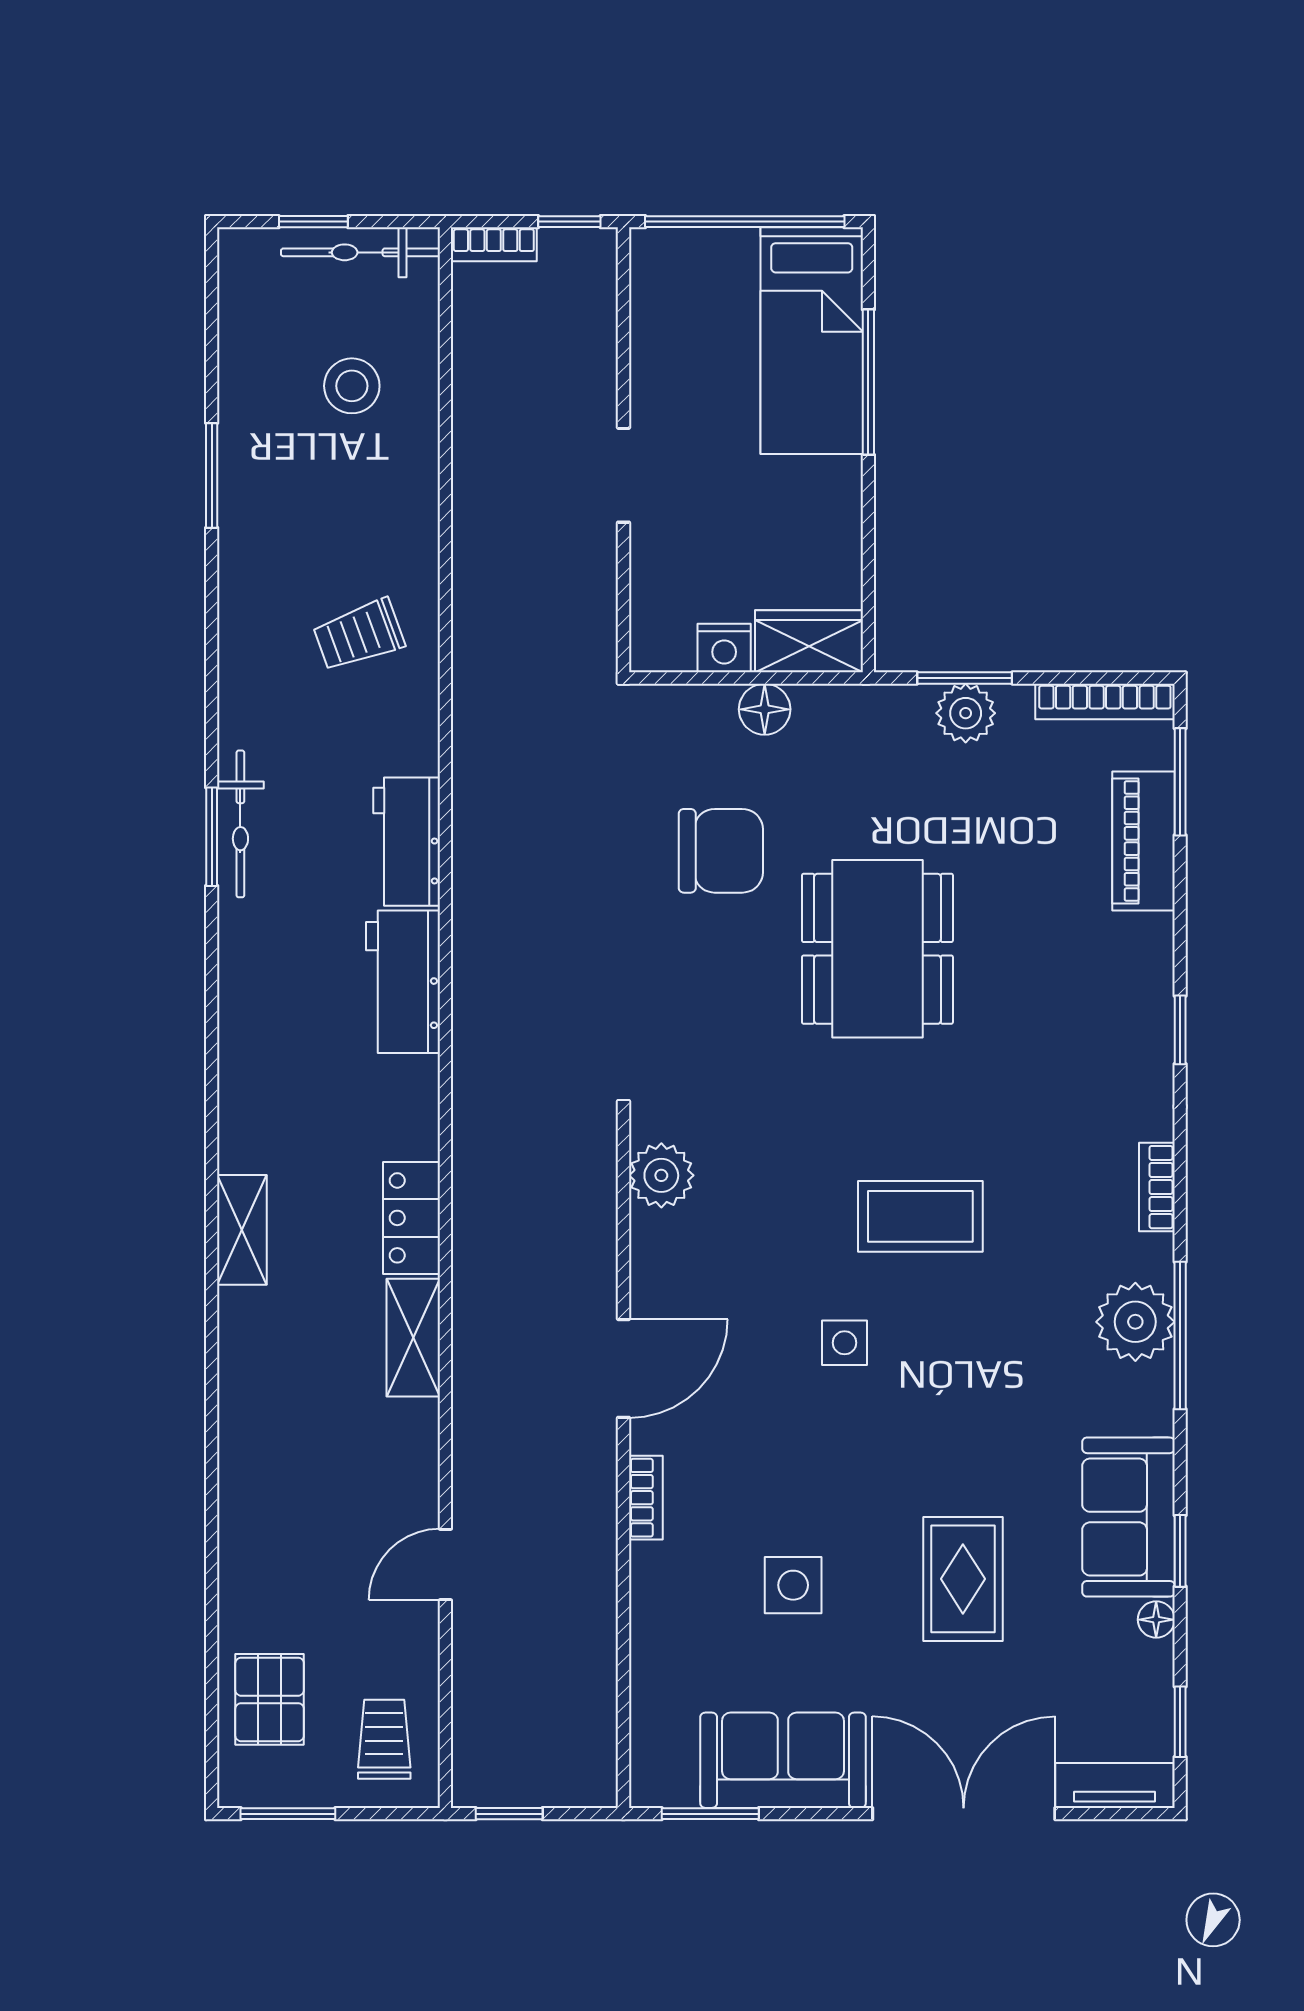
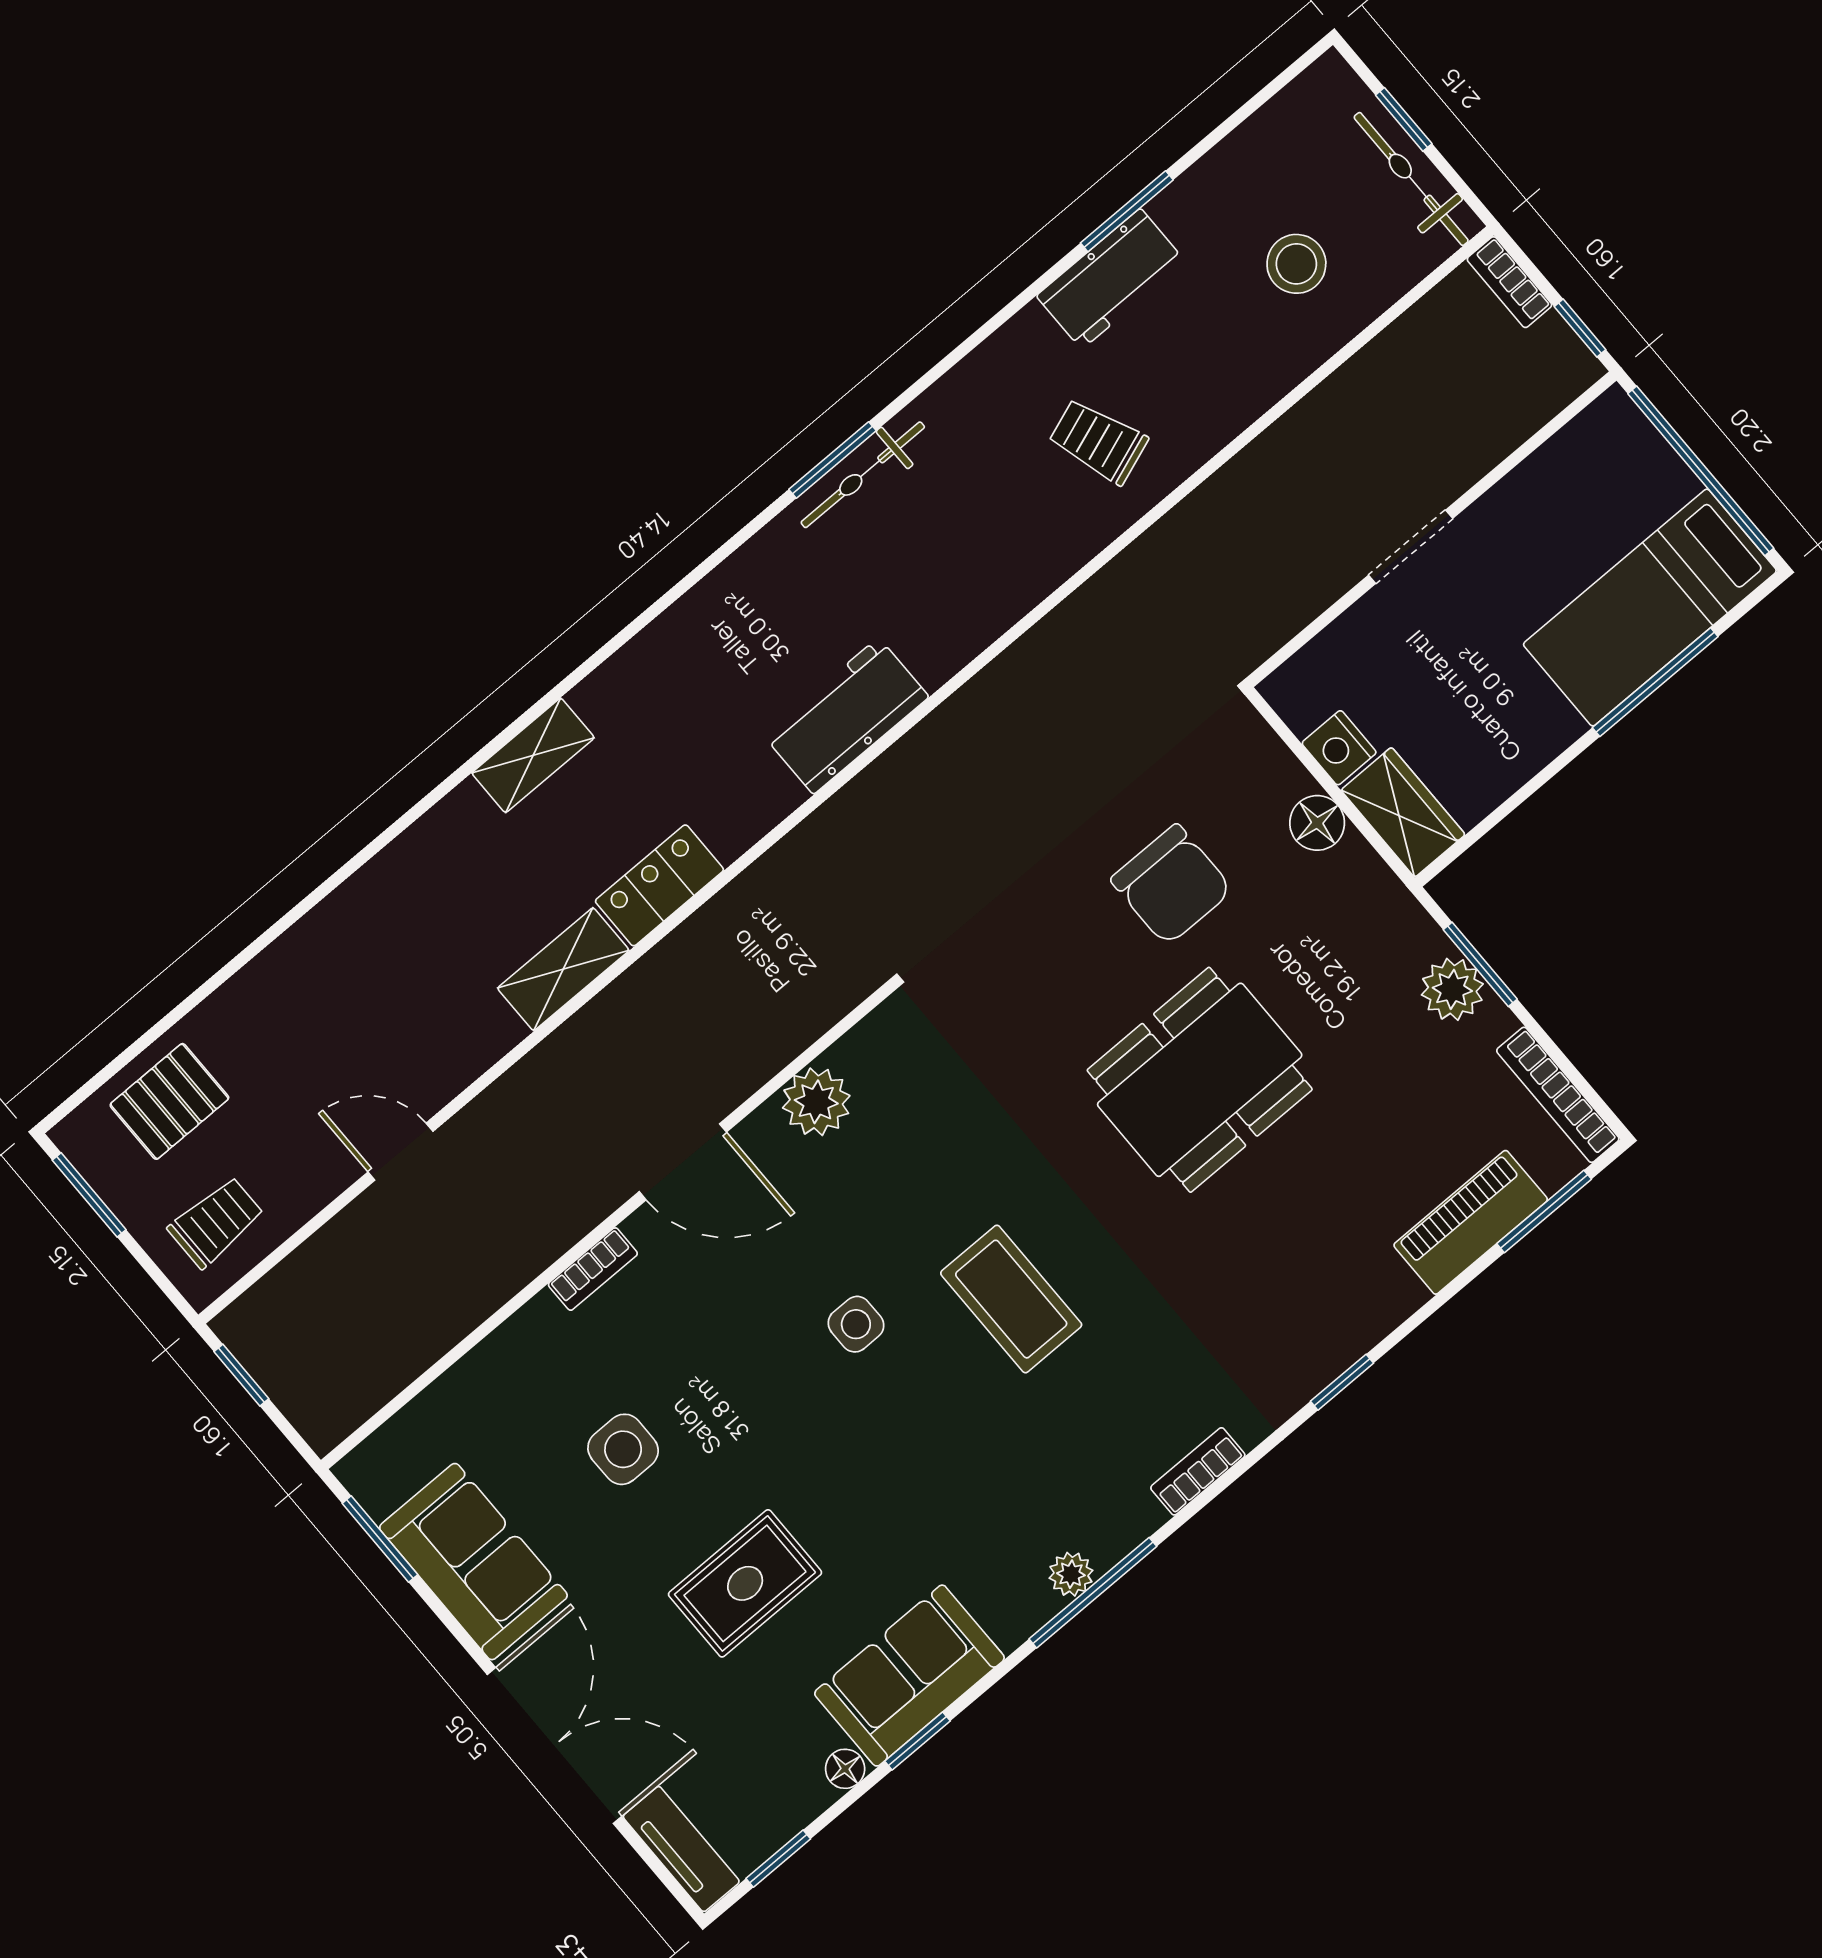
workbench: (407, 842) -> (1111, 279), moved, turned 180
plant: (661, 1175) -> (816, 1102), moved
plant: (1135, 1322) -> (1071, 1574), width x0.53, depth x0.53

